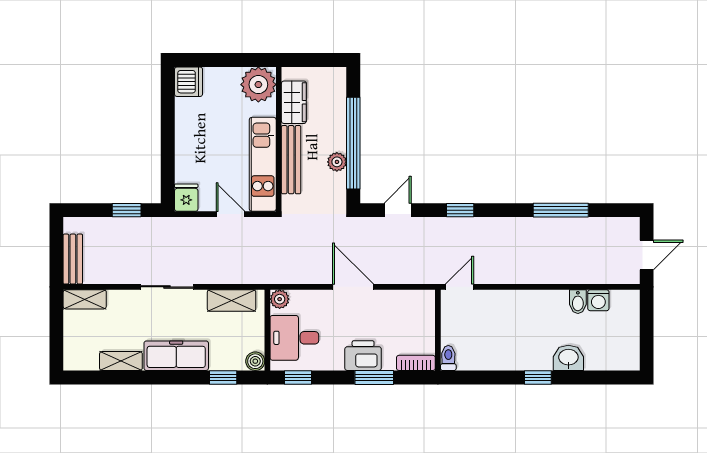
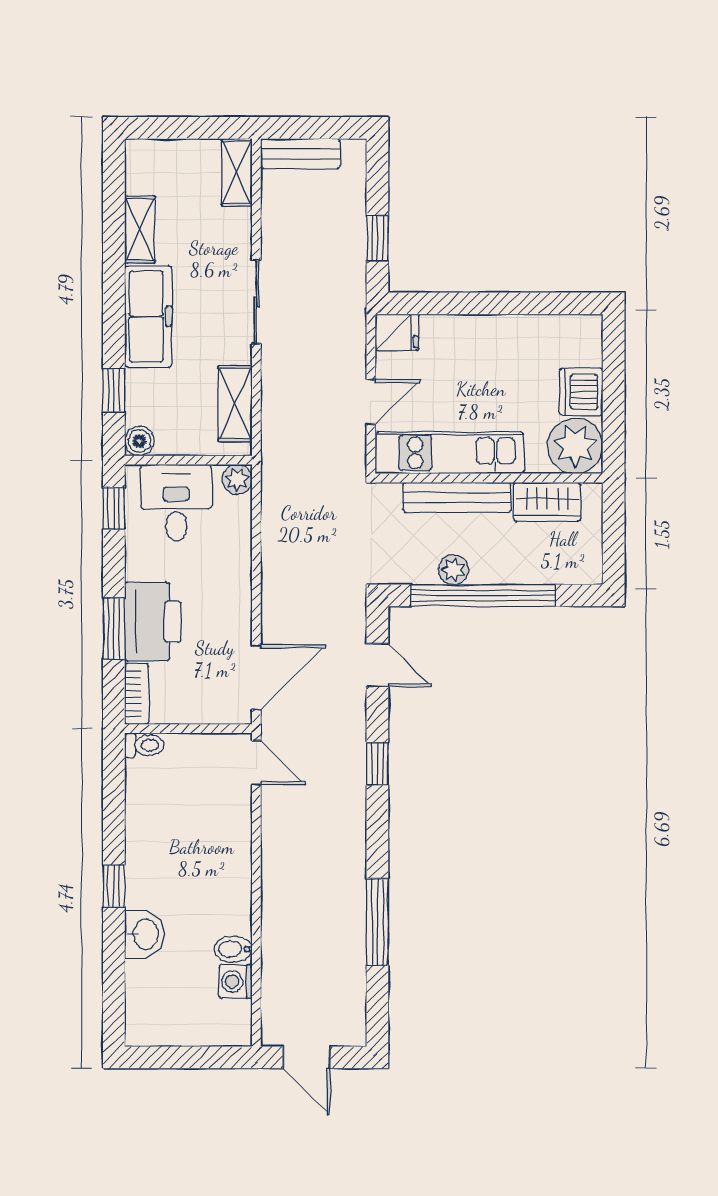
dishwasher: (189, 82) -> (581, 392), moved, turned 90
door: (353, 287) -> (256, 677), moved
printer: (363, 356) -> (153, 622), width x1.37, depth x1.19

